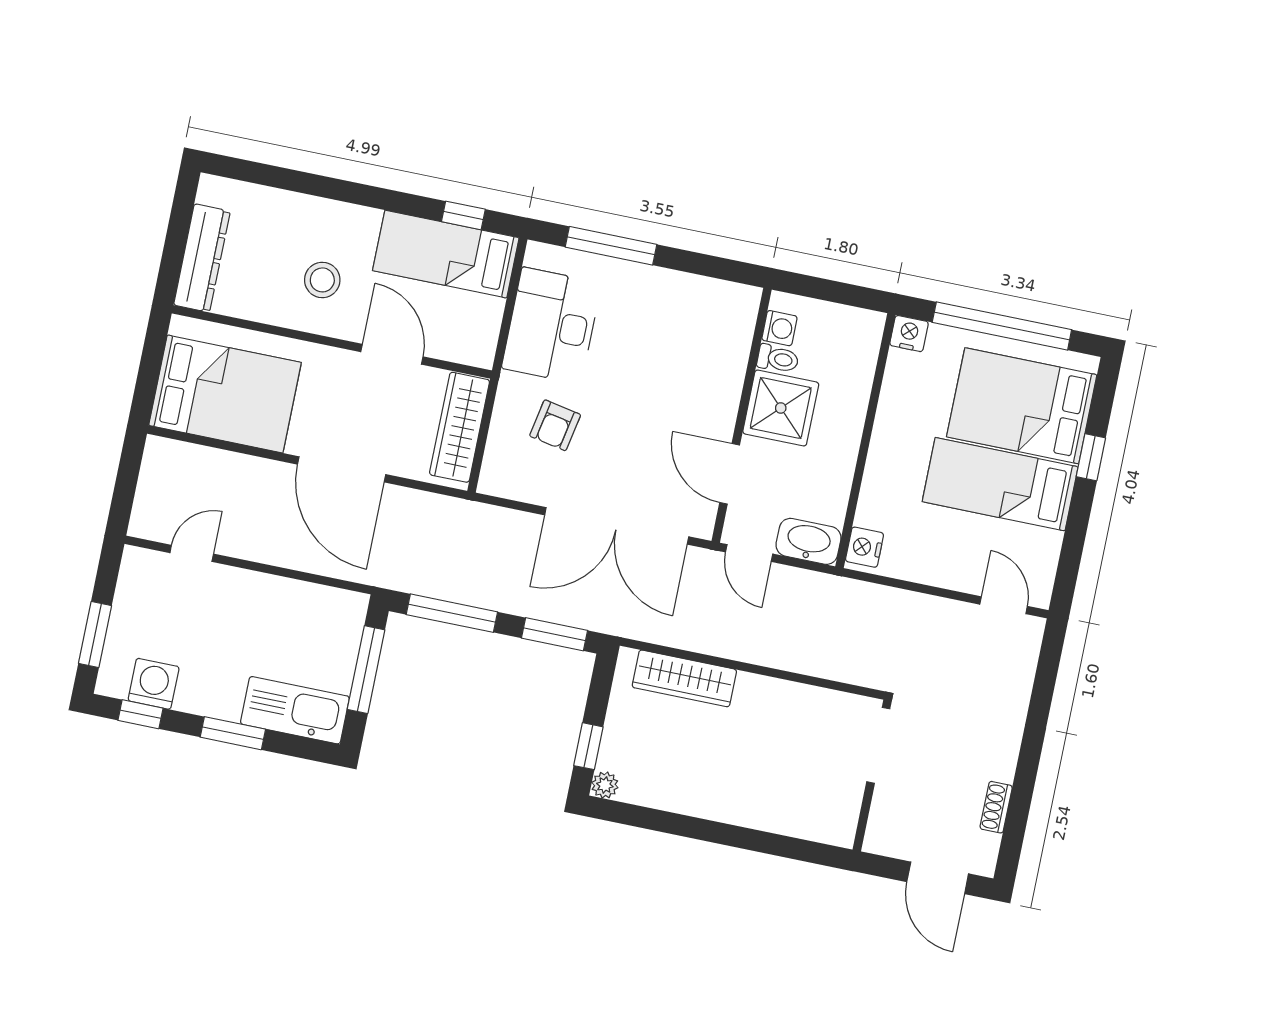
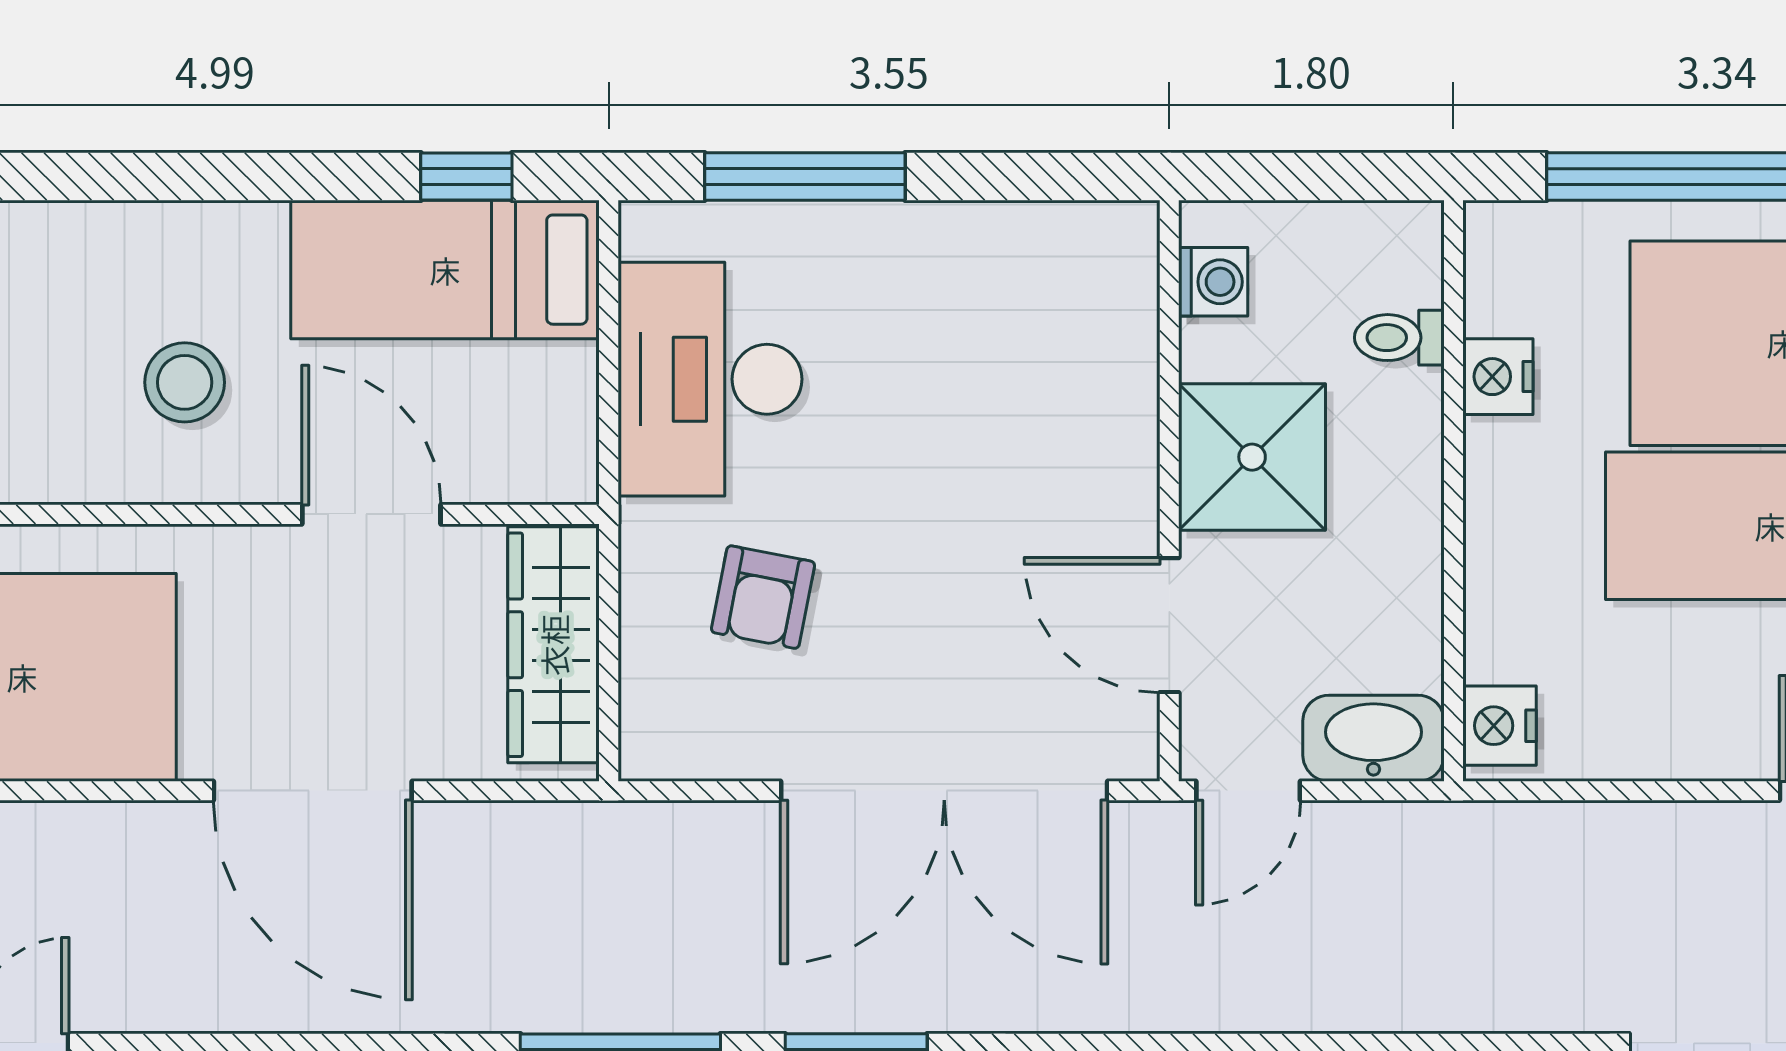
nightstand: (909, 334) -> (1498, 377), moved, turned -90
toilet: (778, 359) -> (1399, 338), moved, turned 180
door: (749, 553) -> (1248, 791), hinge flipped

